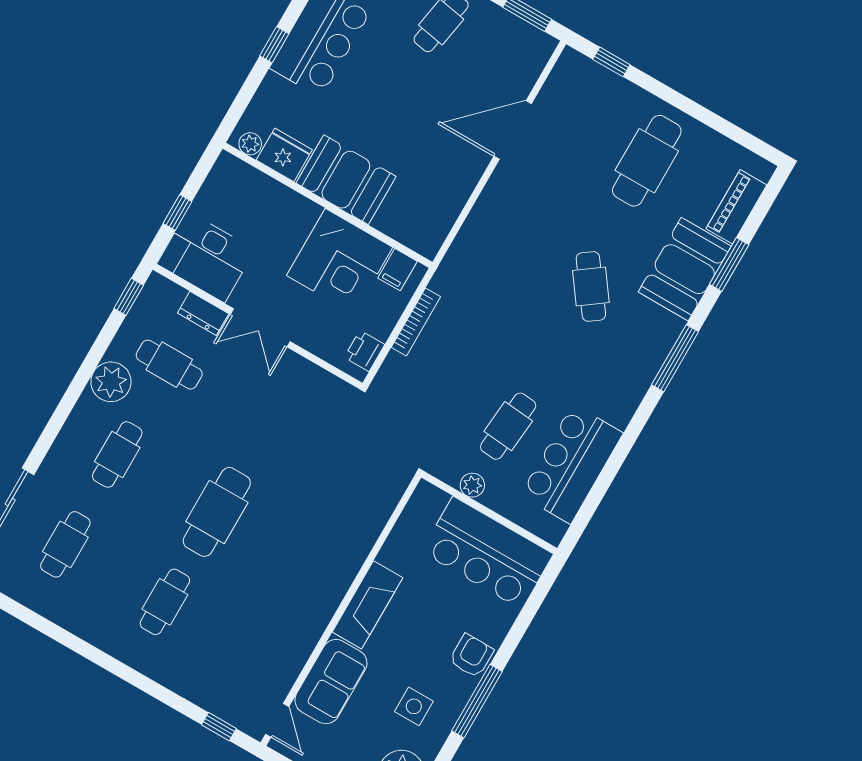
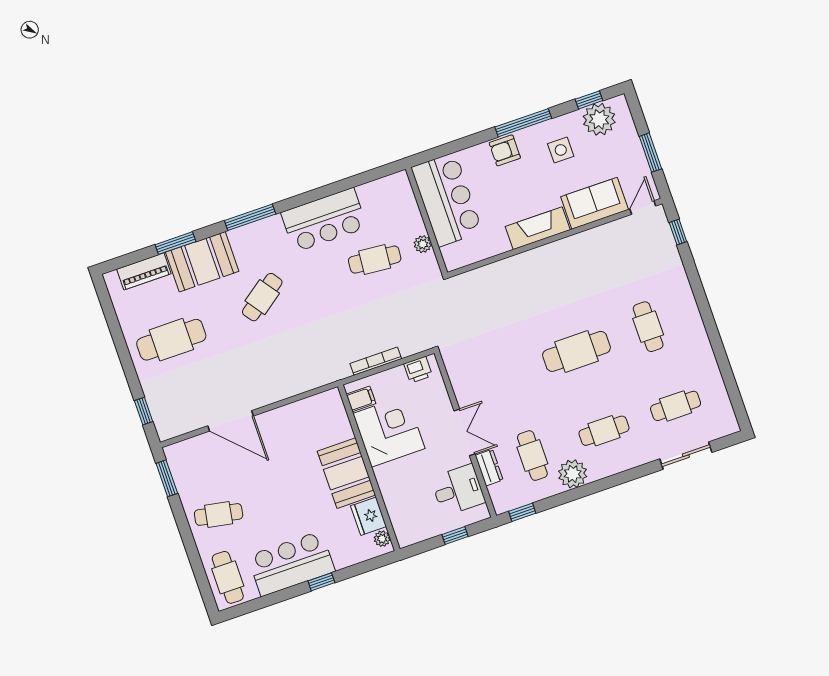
desk: (206, 257) -> (458, 490), width x0.73
bar counter: (572, 464) -> (324, 220), moved
cafe table: (165, 602) -> (648, 327), turned 90

